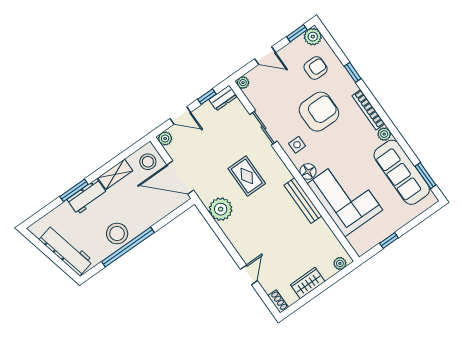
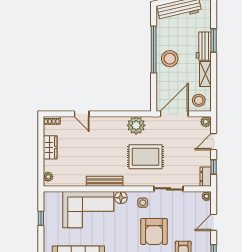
rug: (247, 176) -> (145, 157), width x1.36, depth x1.43
stool: (117, 234) -> (170, 59), moved

